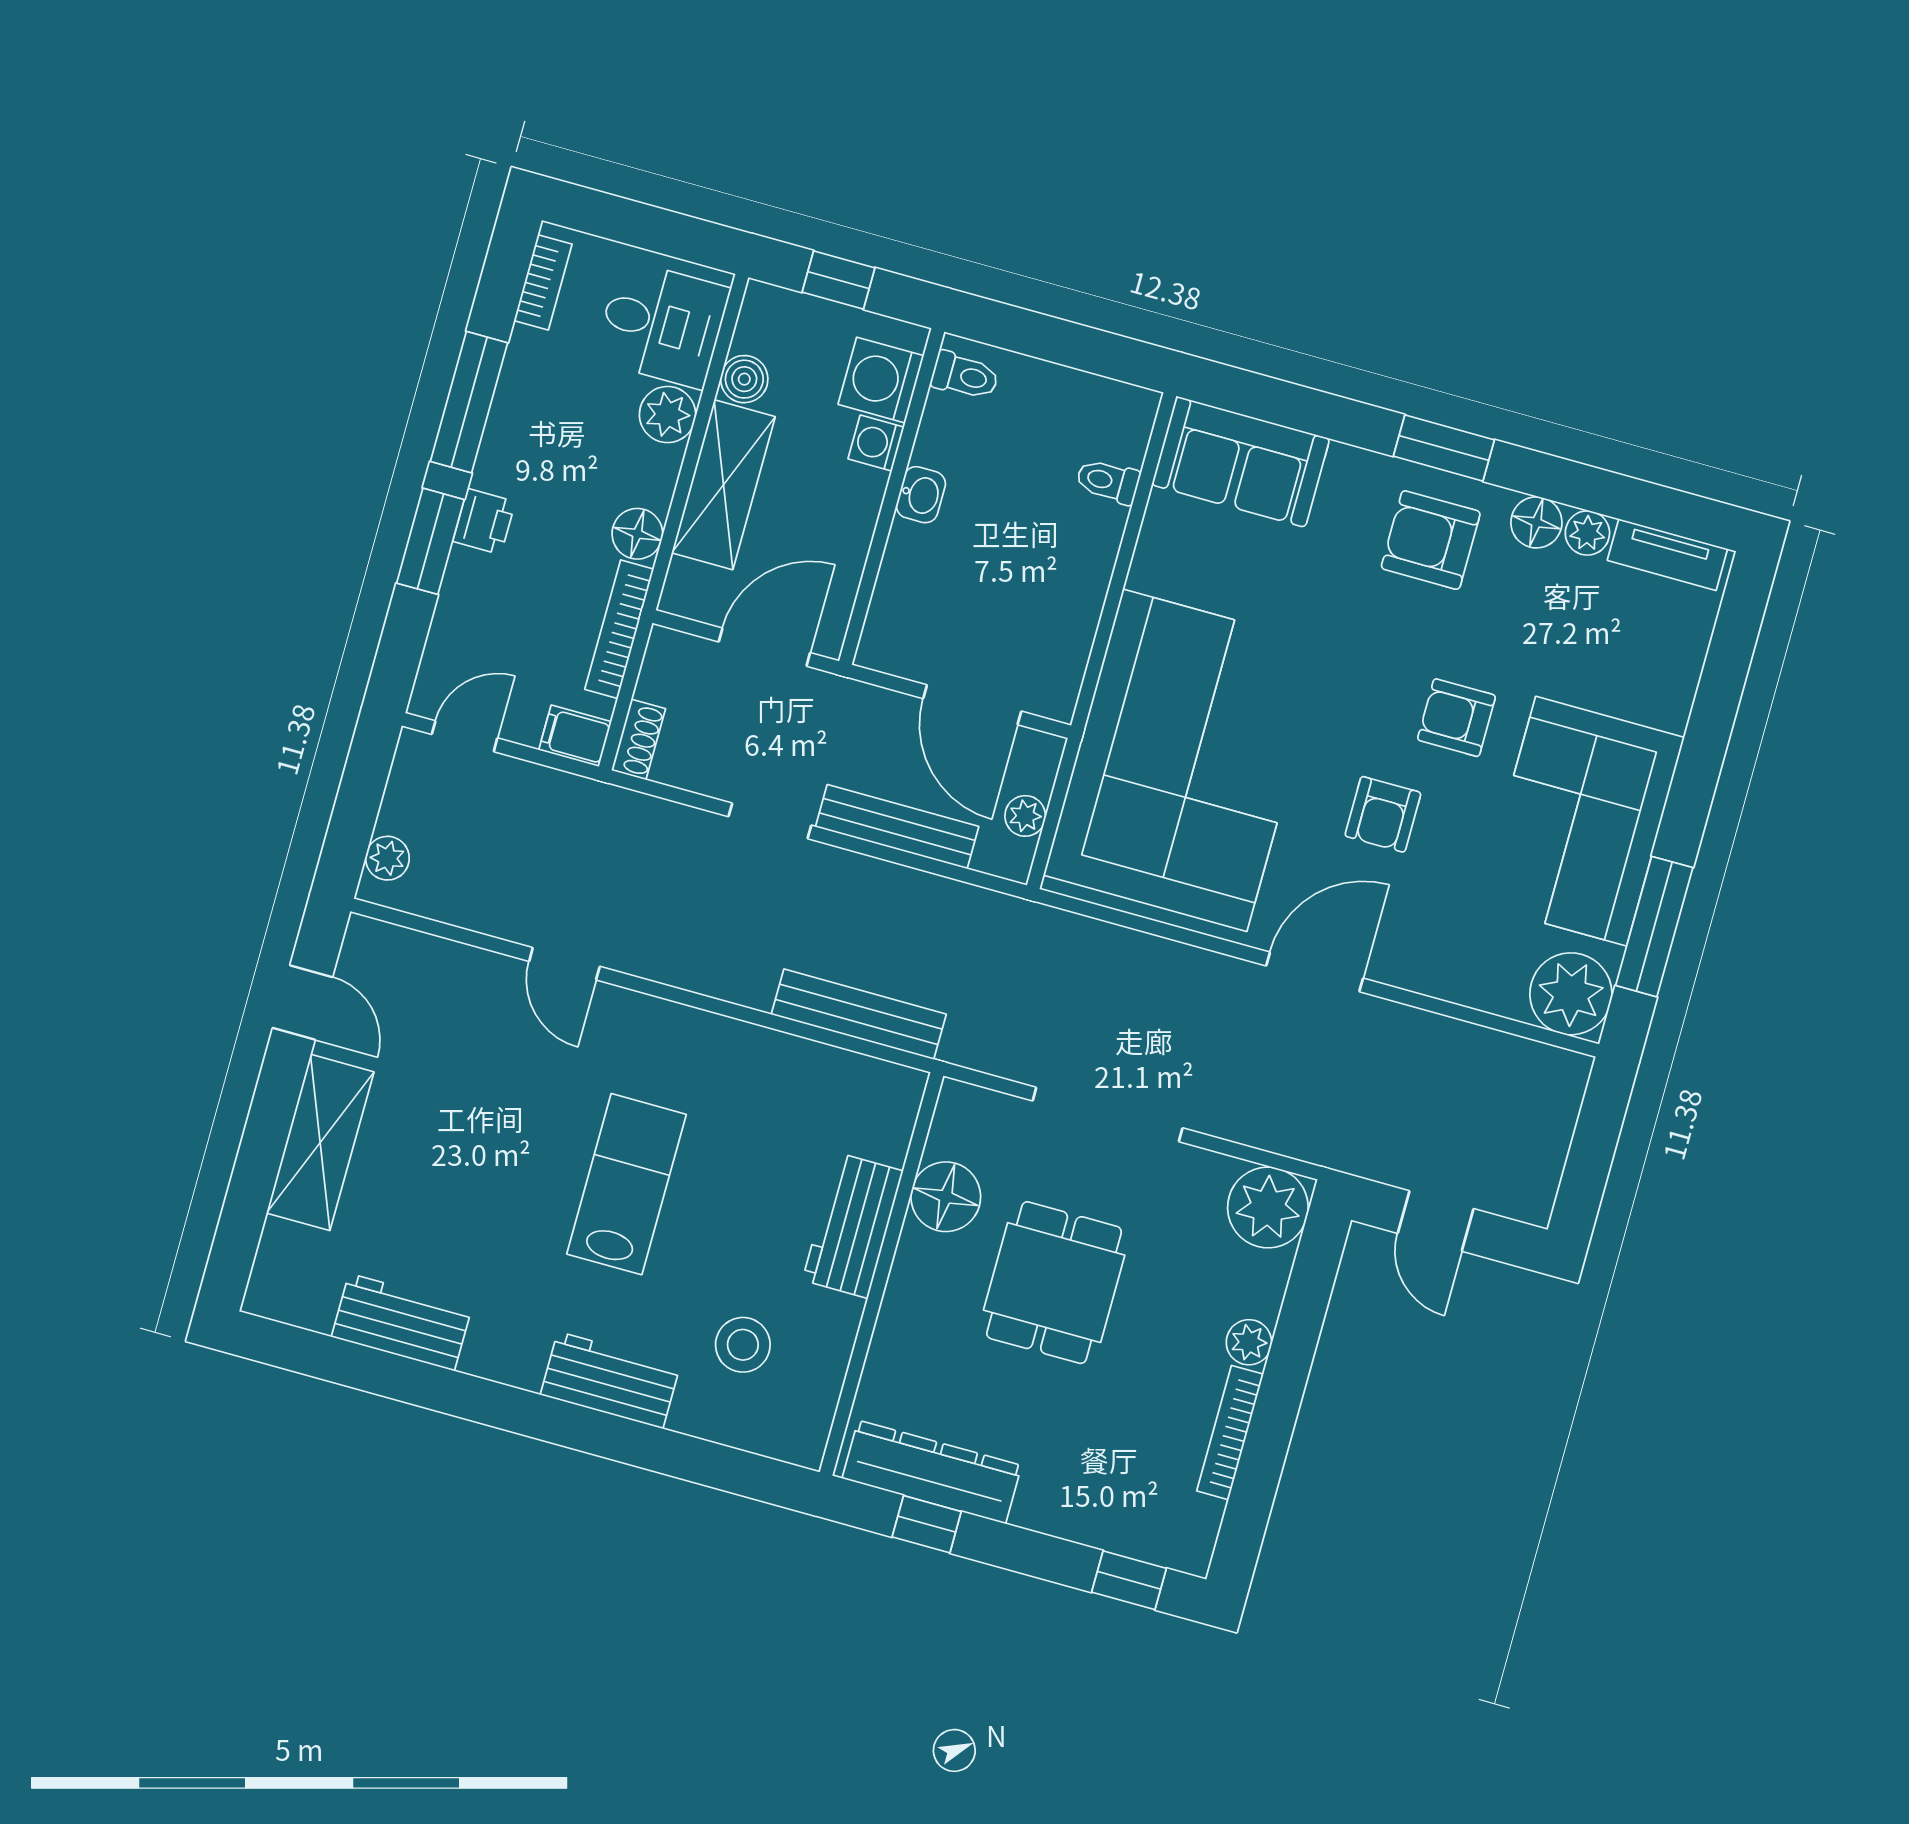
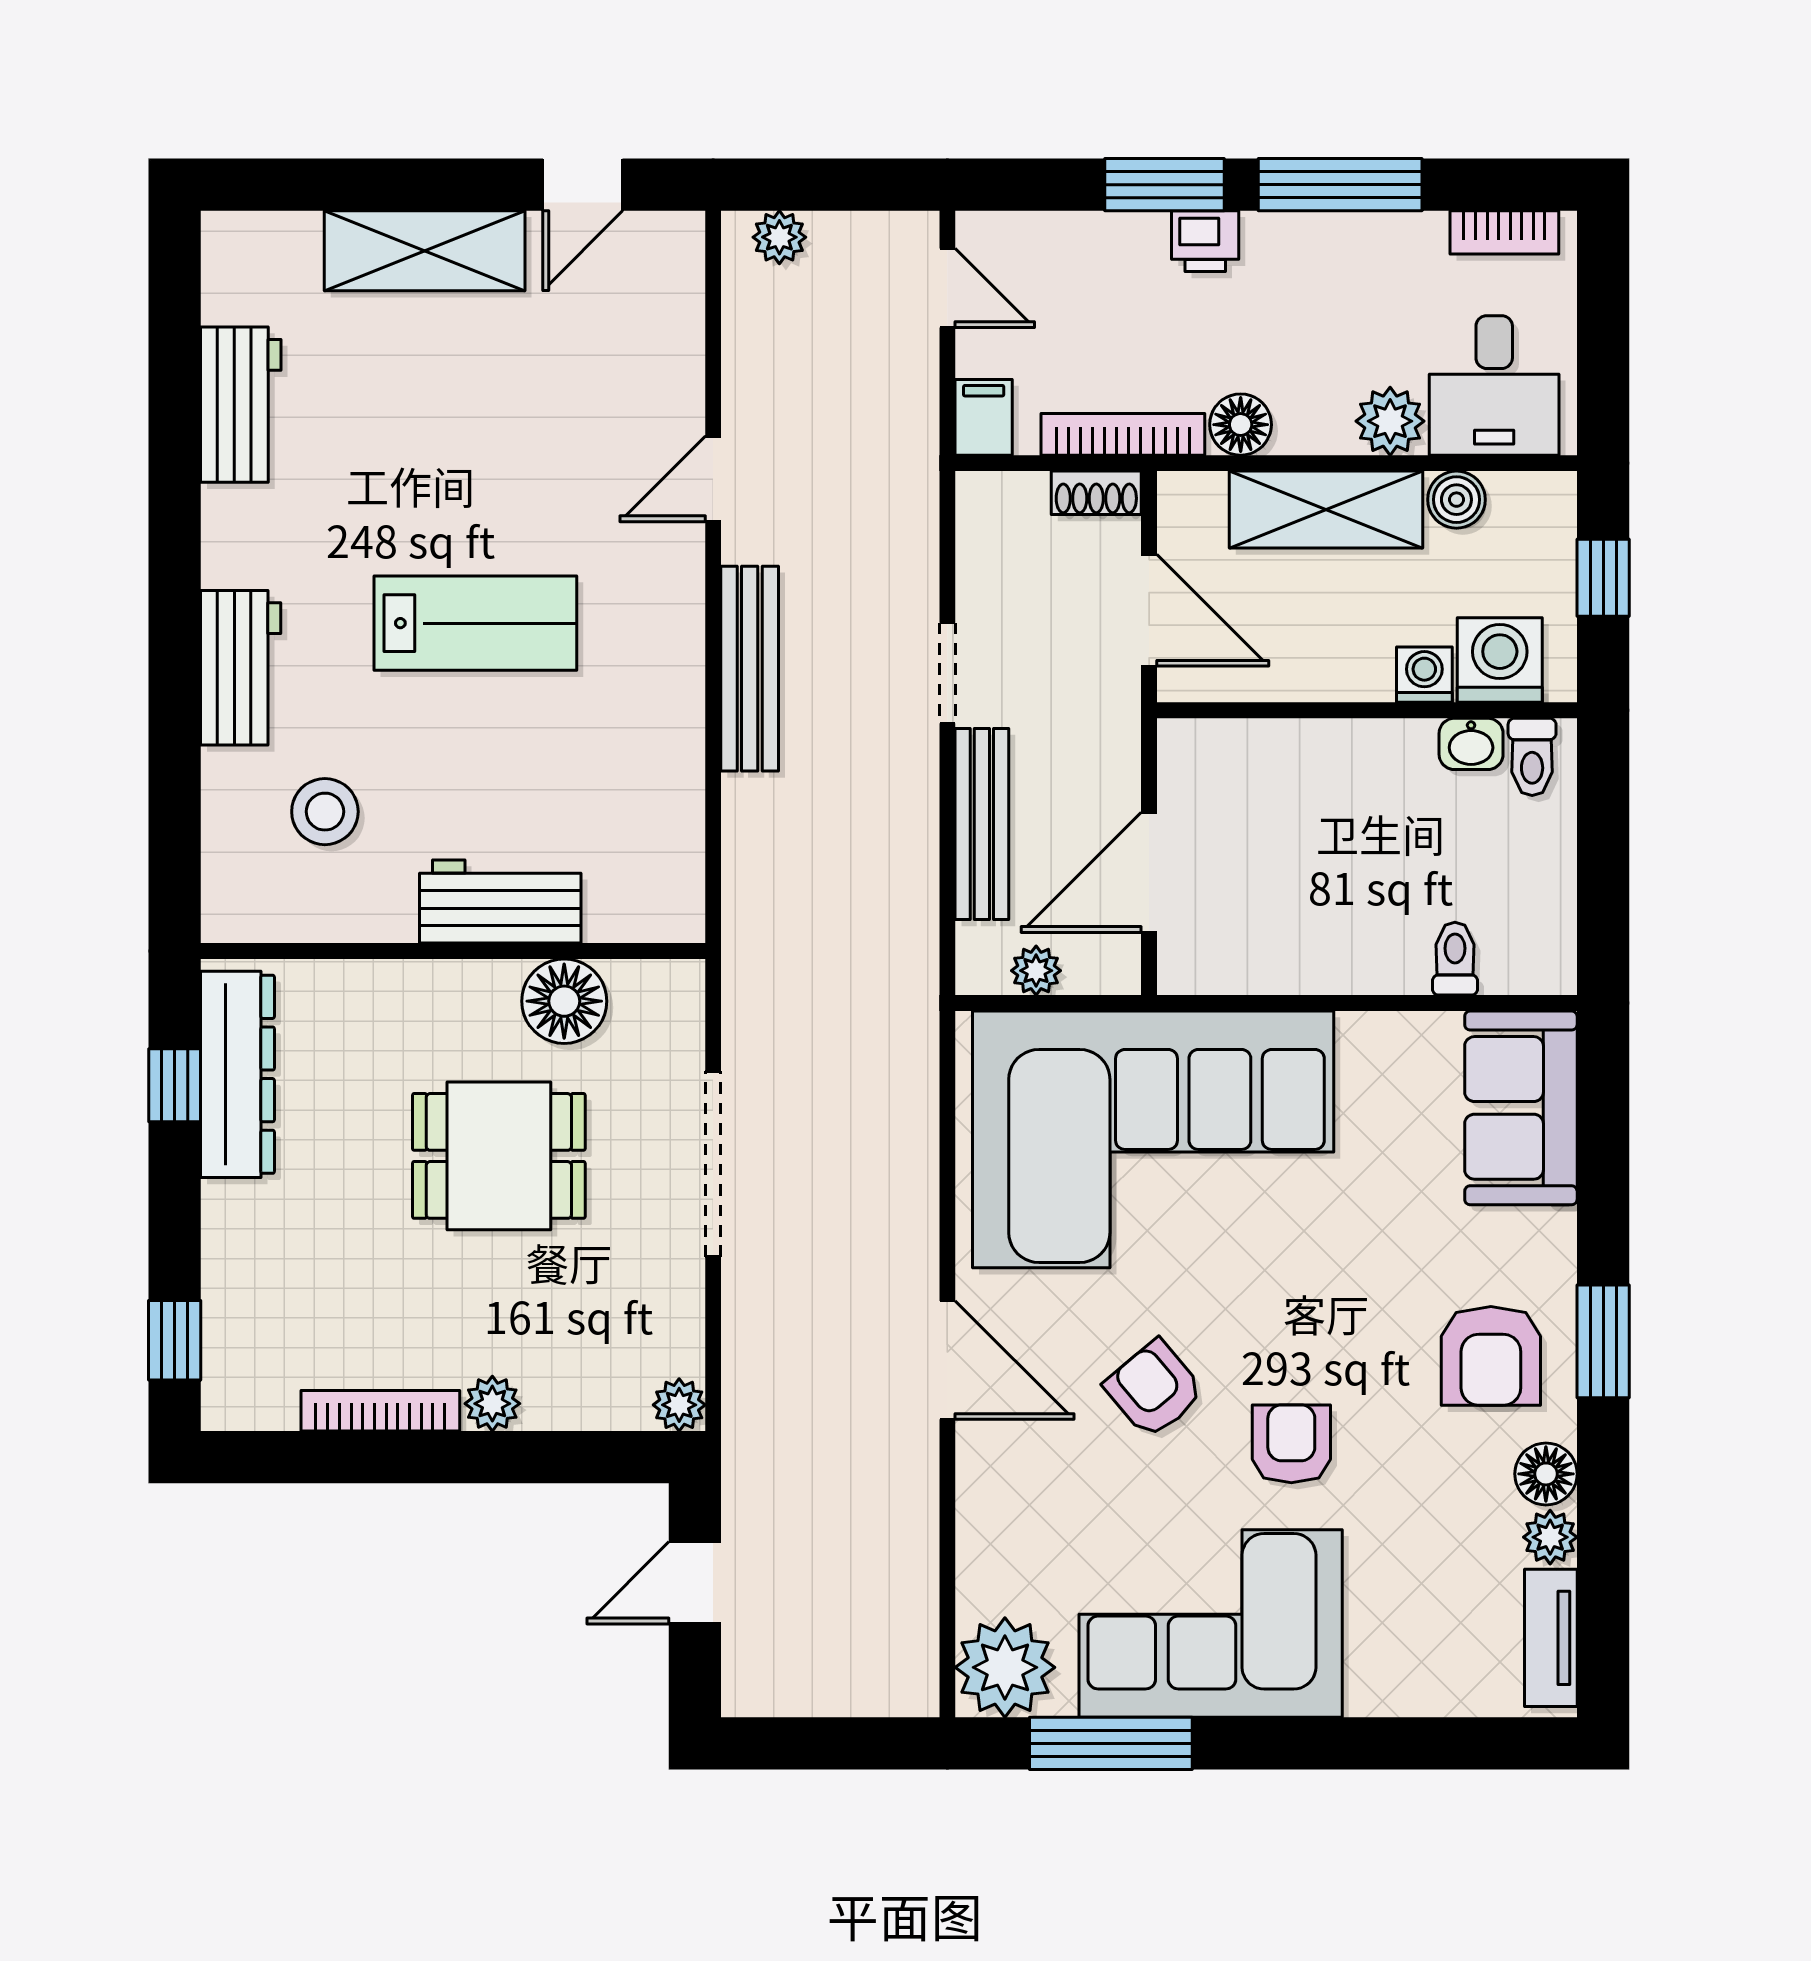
washbasin: (921, 495) -> (1471, 744), moved
armchair: (1431, 540) -> (1491, 1356), turned 180
shoe rack: (638, 739) -> (1096, 493), moved
armchair: (1383, 814) -> (1154, 1389), turned 50
bench: (859, 1014) -> (750, 669), moved
plant: (1268, 1207) -> (679, 1405), width x0.53, depth x0.53

